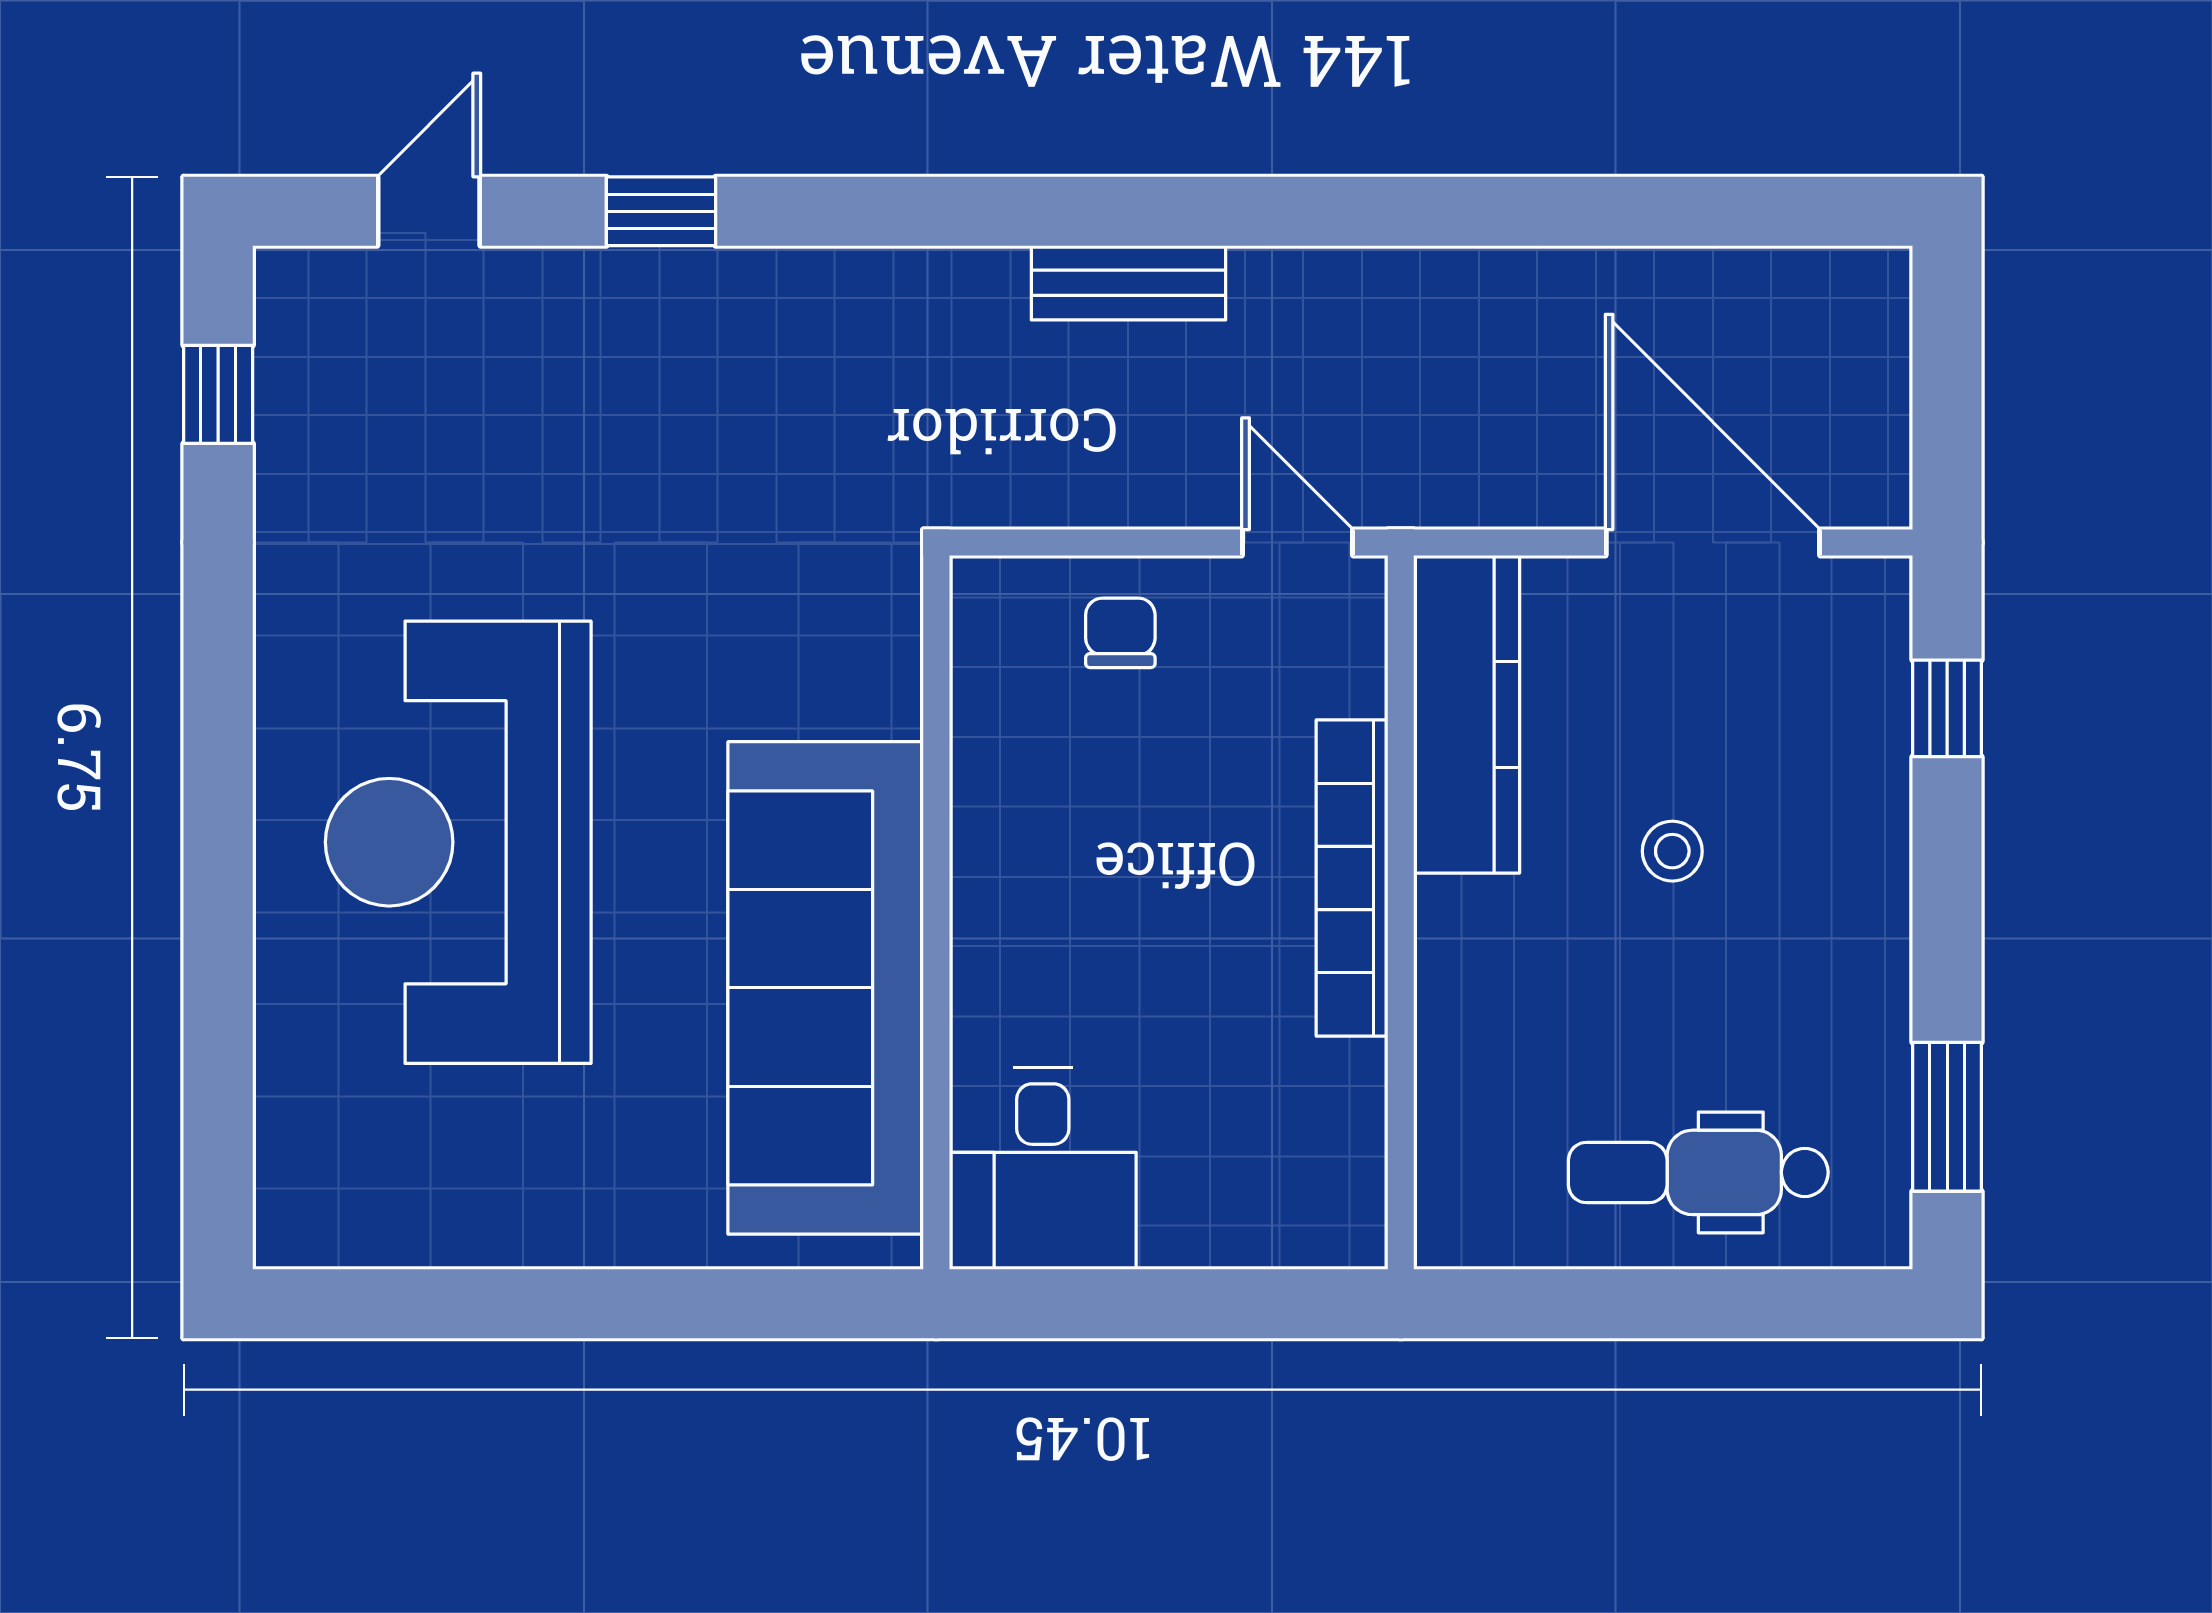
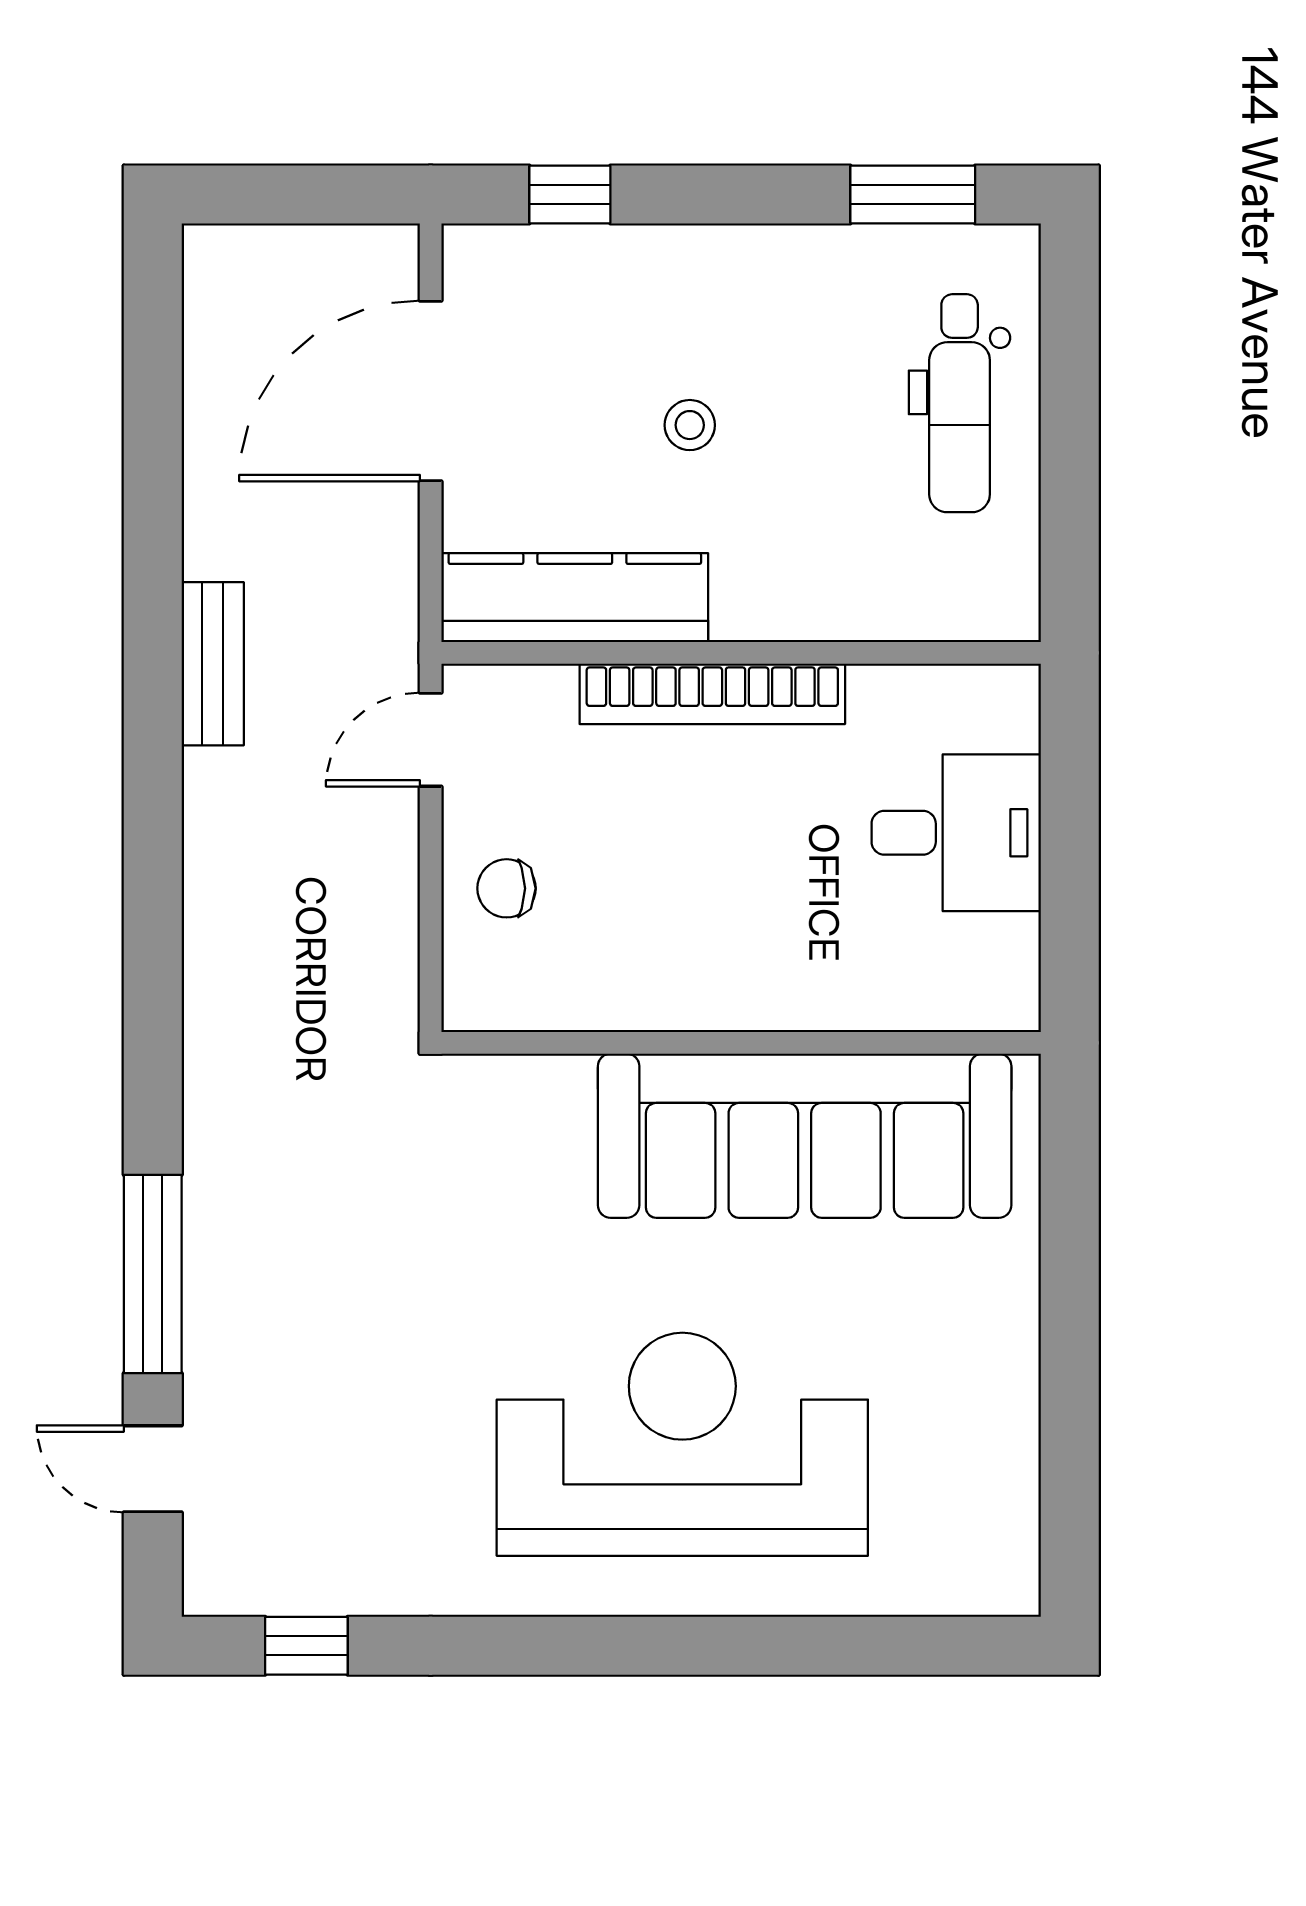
window: (661, 211) -> (153, 1274), width x2.17
bench: (1128, 283) -> (213, 664), moved
reception desk: (458, 842) -> (682, 1444), turned 180
desk: (1043, 1168) -> (956, 833), moved

